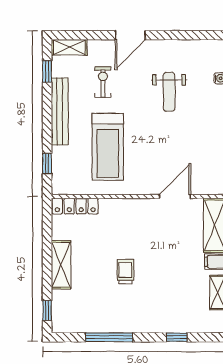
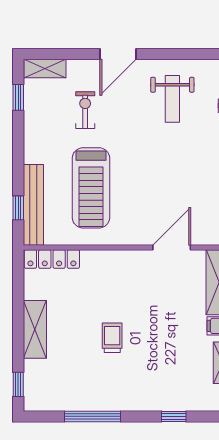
weight bench: (169, 92) -> (172, 99), moved
bench: (60, 111) -> (33, 205), moved

